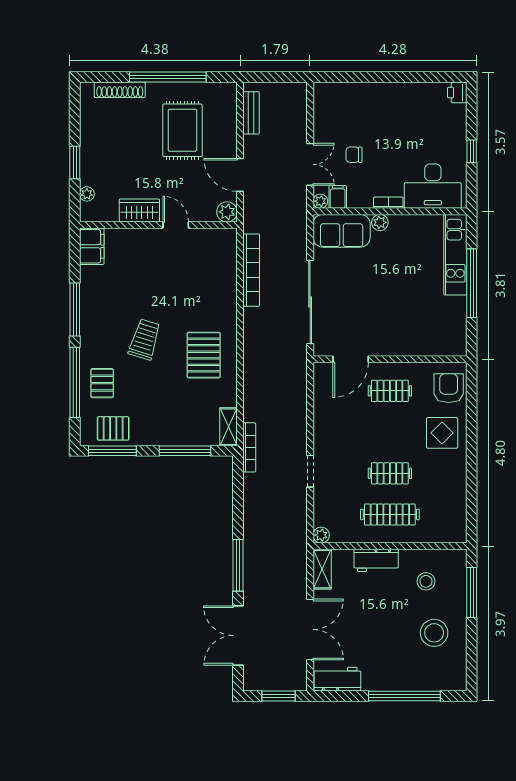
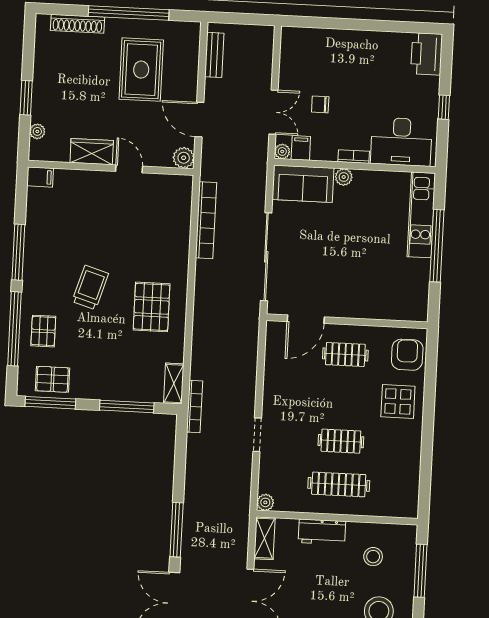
printer: (457, 92) -> (427, 54), width x1.87, depth x1.48
filing cabinet: (92, 246) -> (40, 177), width x0.50

